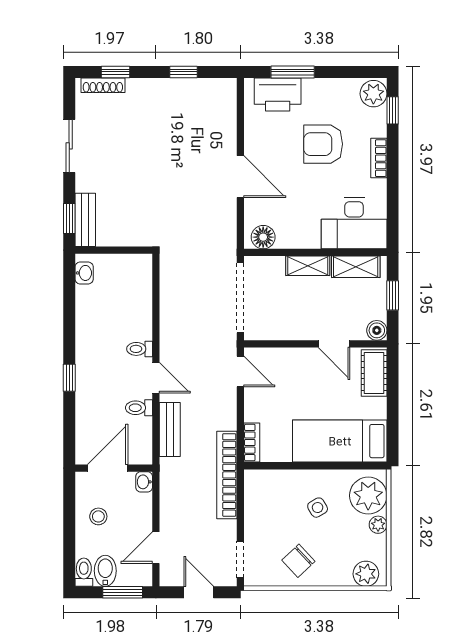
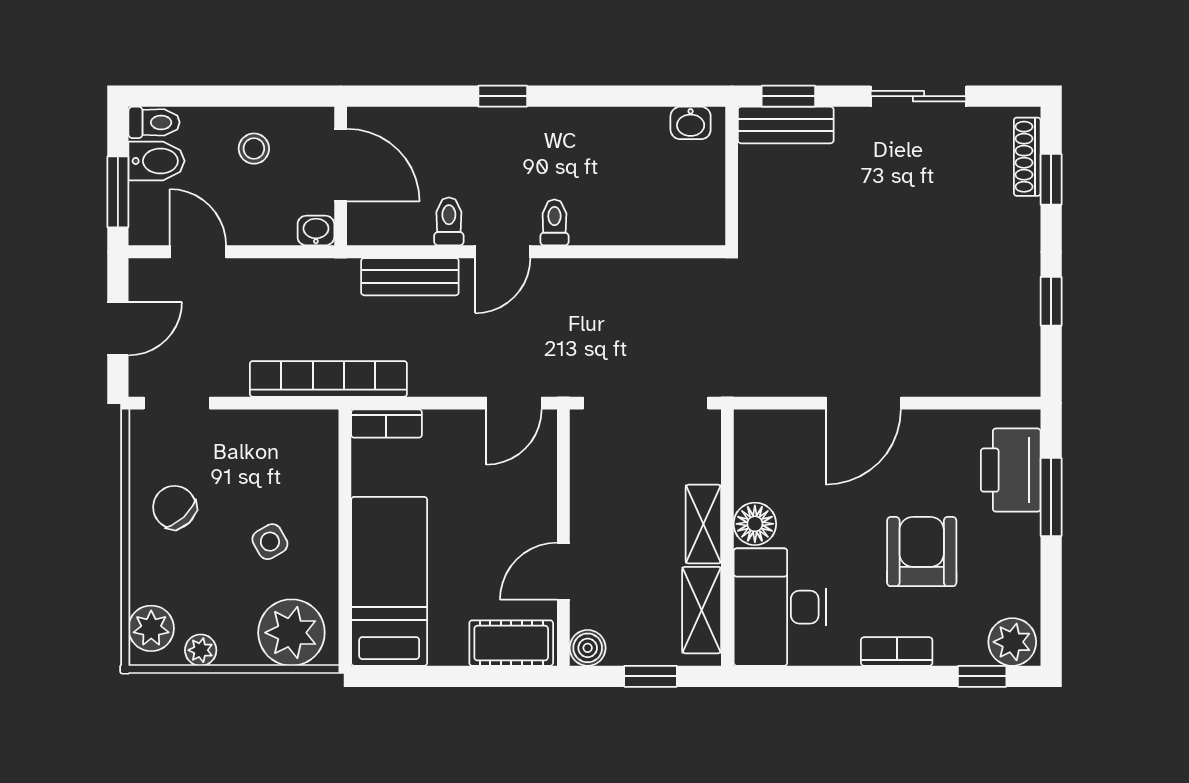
floor lamp: (263, 237) -> (755, 524), moved
plant: (378, 525) -> (201, 650), moved

